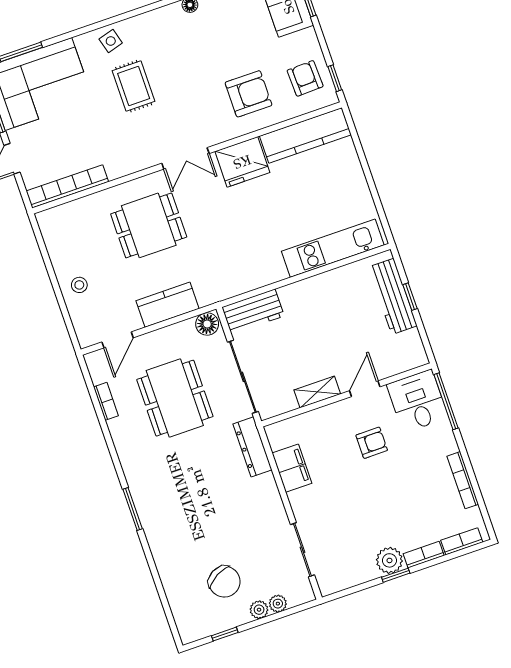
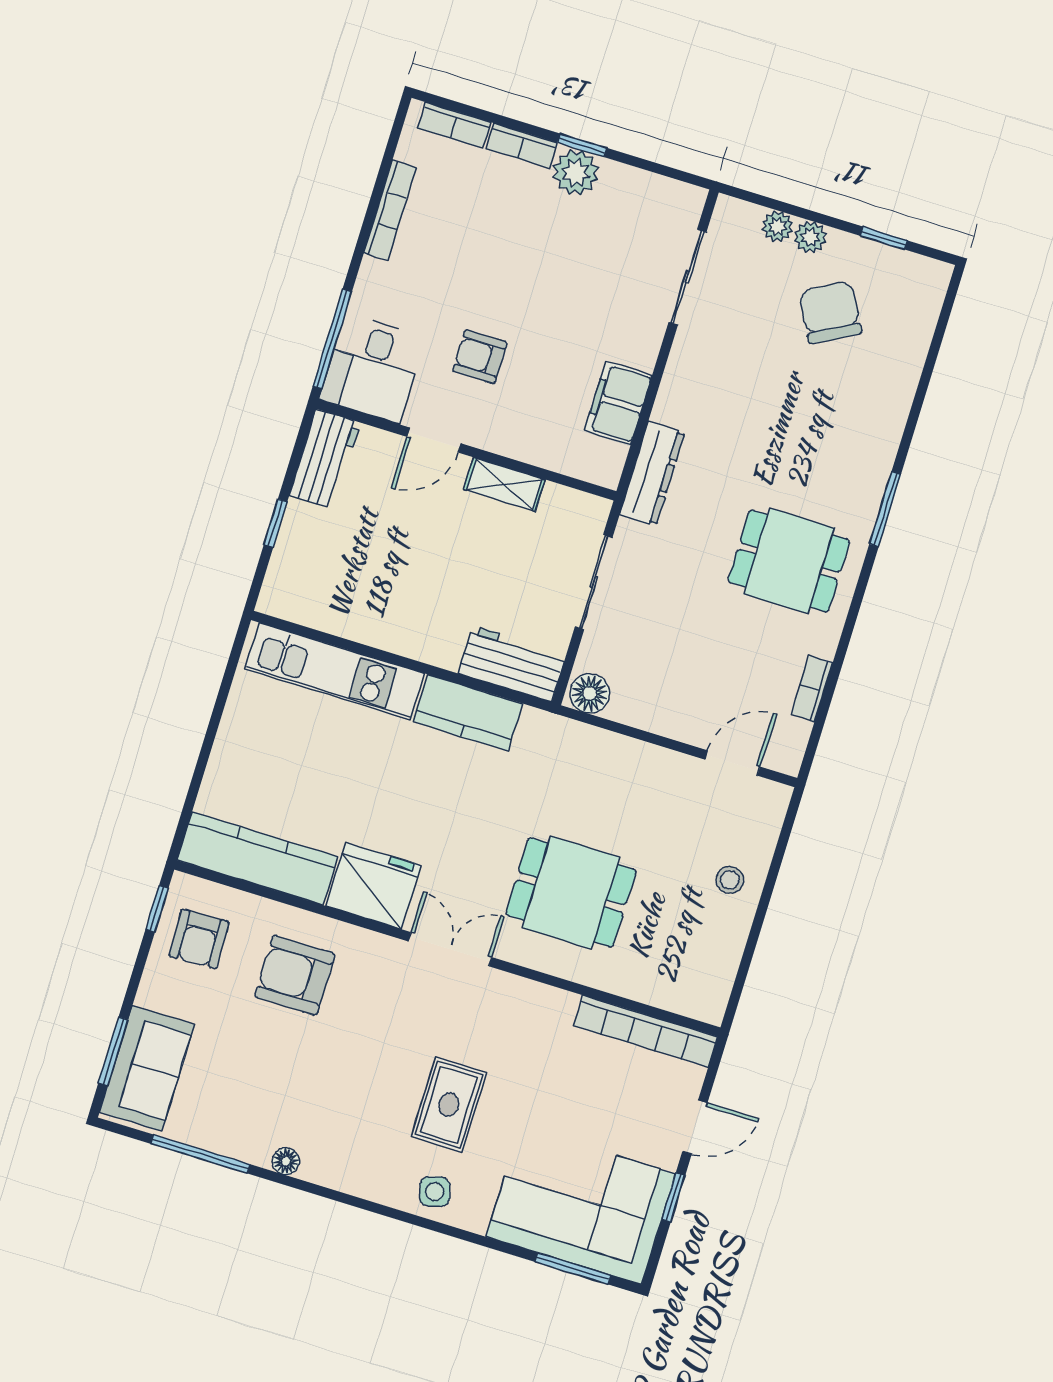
workbench: (393, 296) -> (325, 459), moved, width x0.73
kitchen counter: (167, 305) -> (468, 713), moved
sliding door: (243, 377) -> (594, 582), width x0.73
dining table: (175, 398) -> (789, 561), moved, width x0.73

